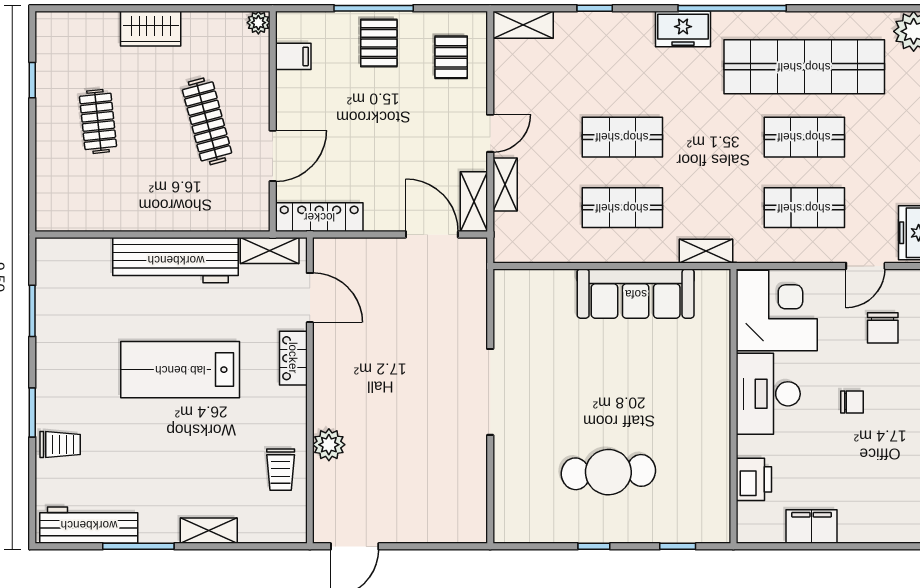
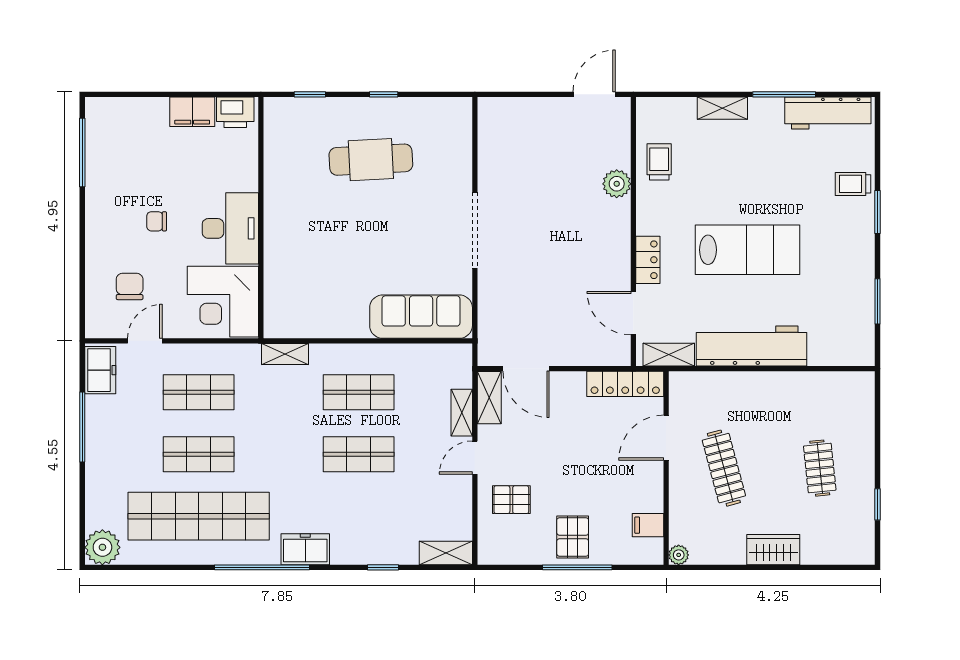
pallet: (451, 57) -> (511, 500), moved, turned 90
sofa: (636, 294) -> (421, 317), moved
printer: (754, 479) -> (235, 112), moved, turned -90

